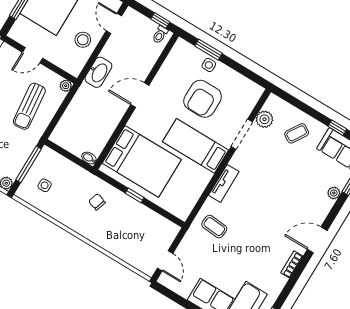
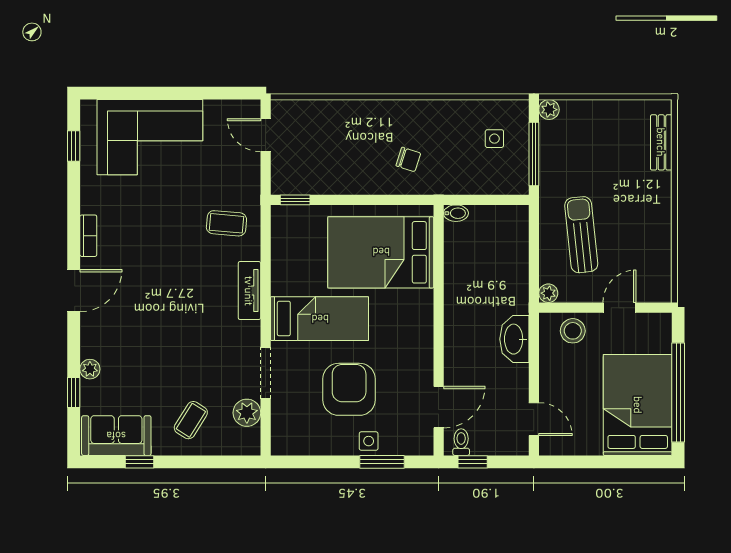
stool: (83, 40) -> (573, 331), moved
door: (140, 95) -> (439, 407), moved
window: (135, 195) -> (295, 200), moved

